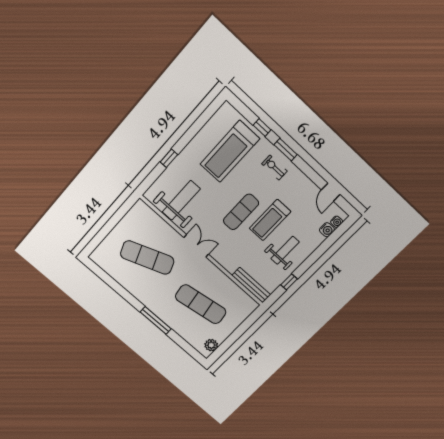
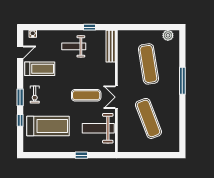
exercise mat: (241, 212) -> (86, 95), moved
treadmill: (270, 220) -> (40, 69), moved
water cooler: (327, 230) -> (42, 35), removed

